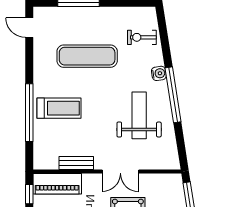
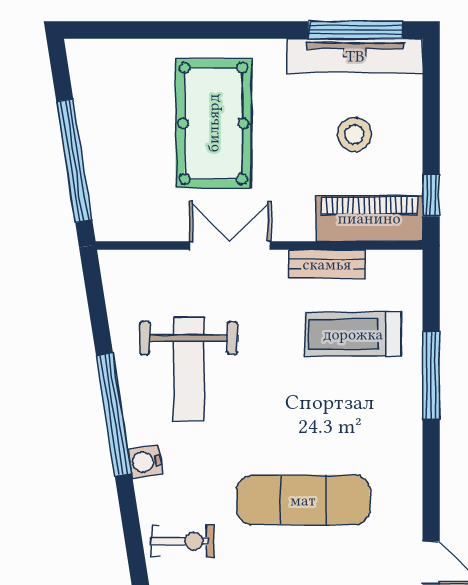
treadmill: (59, 108) -> (353, 334), moved
window: (29, 113) -> (431, 375), width x0.68

